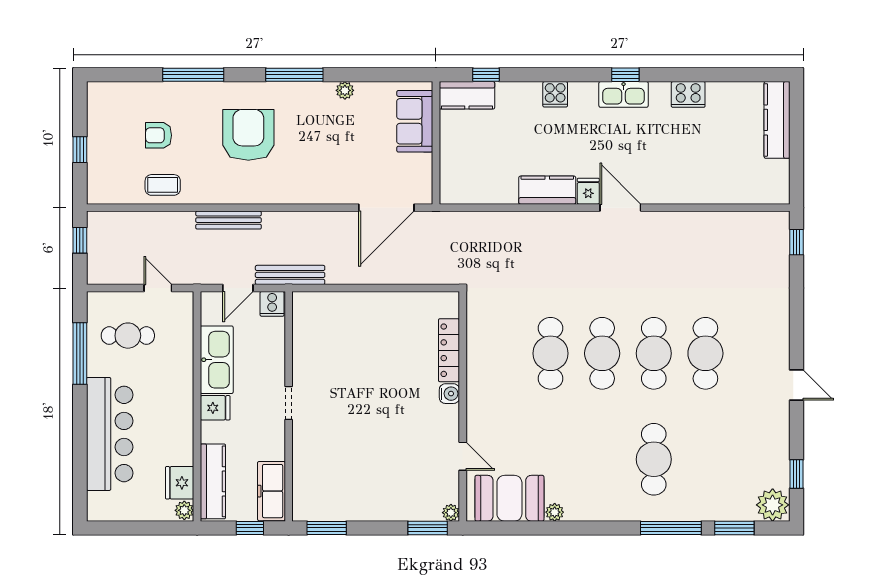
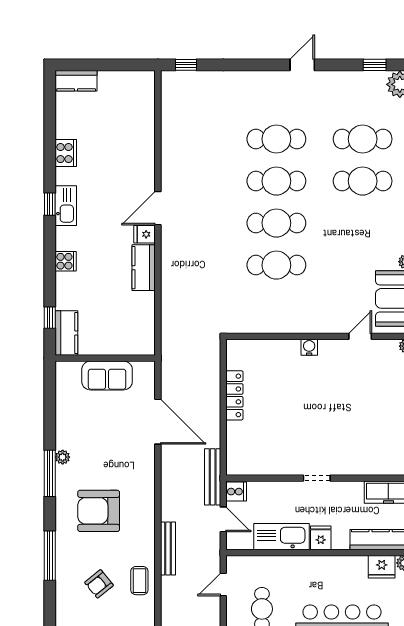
plant: (345, 90) -> (63, 457), moved
kitchen counter: (777, 120) -> (76, 81), width x0.67
sofa: (415, 121) -> (107, 376), moved
armchair: (159, 135) -> (99, 584), turned 51
door: (386, 208) -> (158, 422), moved
bench: (229, 220) -> (168, 549), moved
locker: (449, 350) -> (234, 395), moved, turned -90
cafe table: (705, 459) -> (363, 139), added

